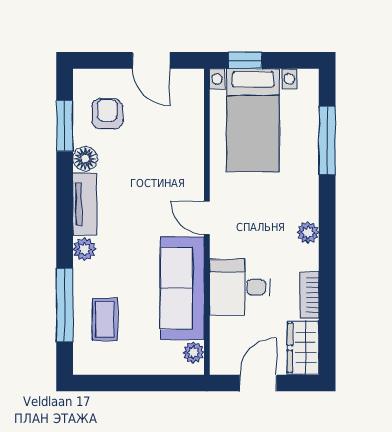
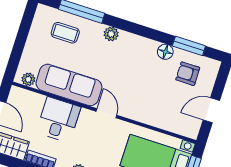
armchair: (107, 114) -> (188, 74), turned 180
tv unit: (85, 204) -> (138, 43), removed
door: (207, 218) -> (106, 113), hinge flipped

